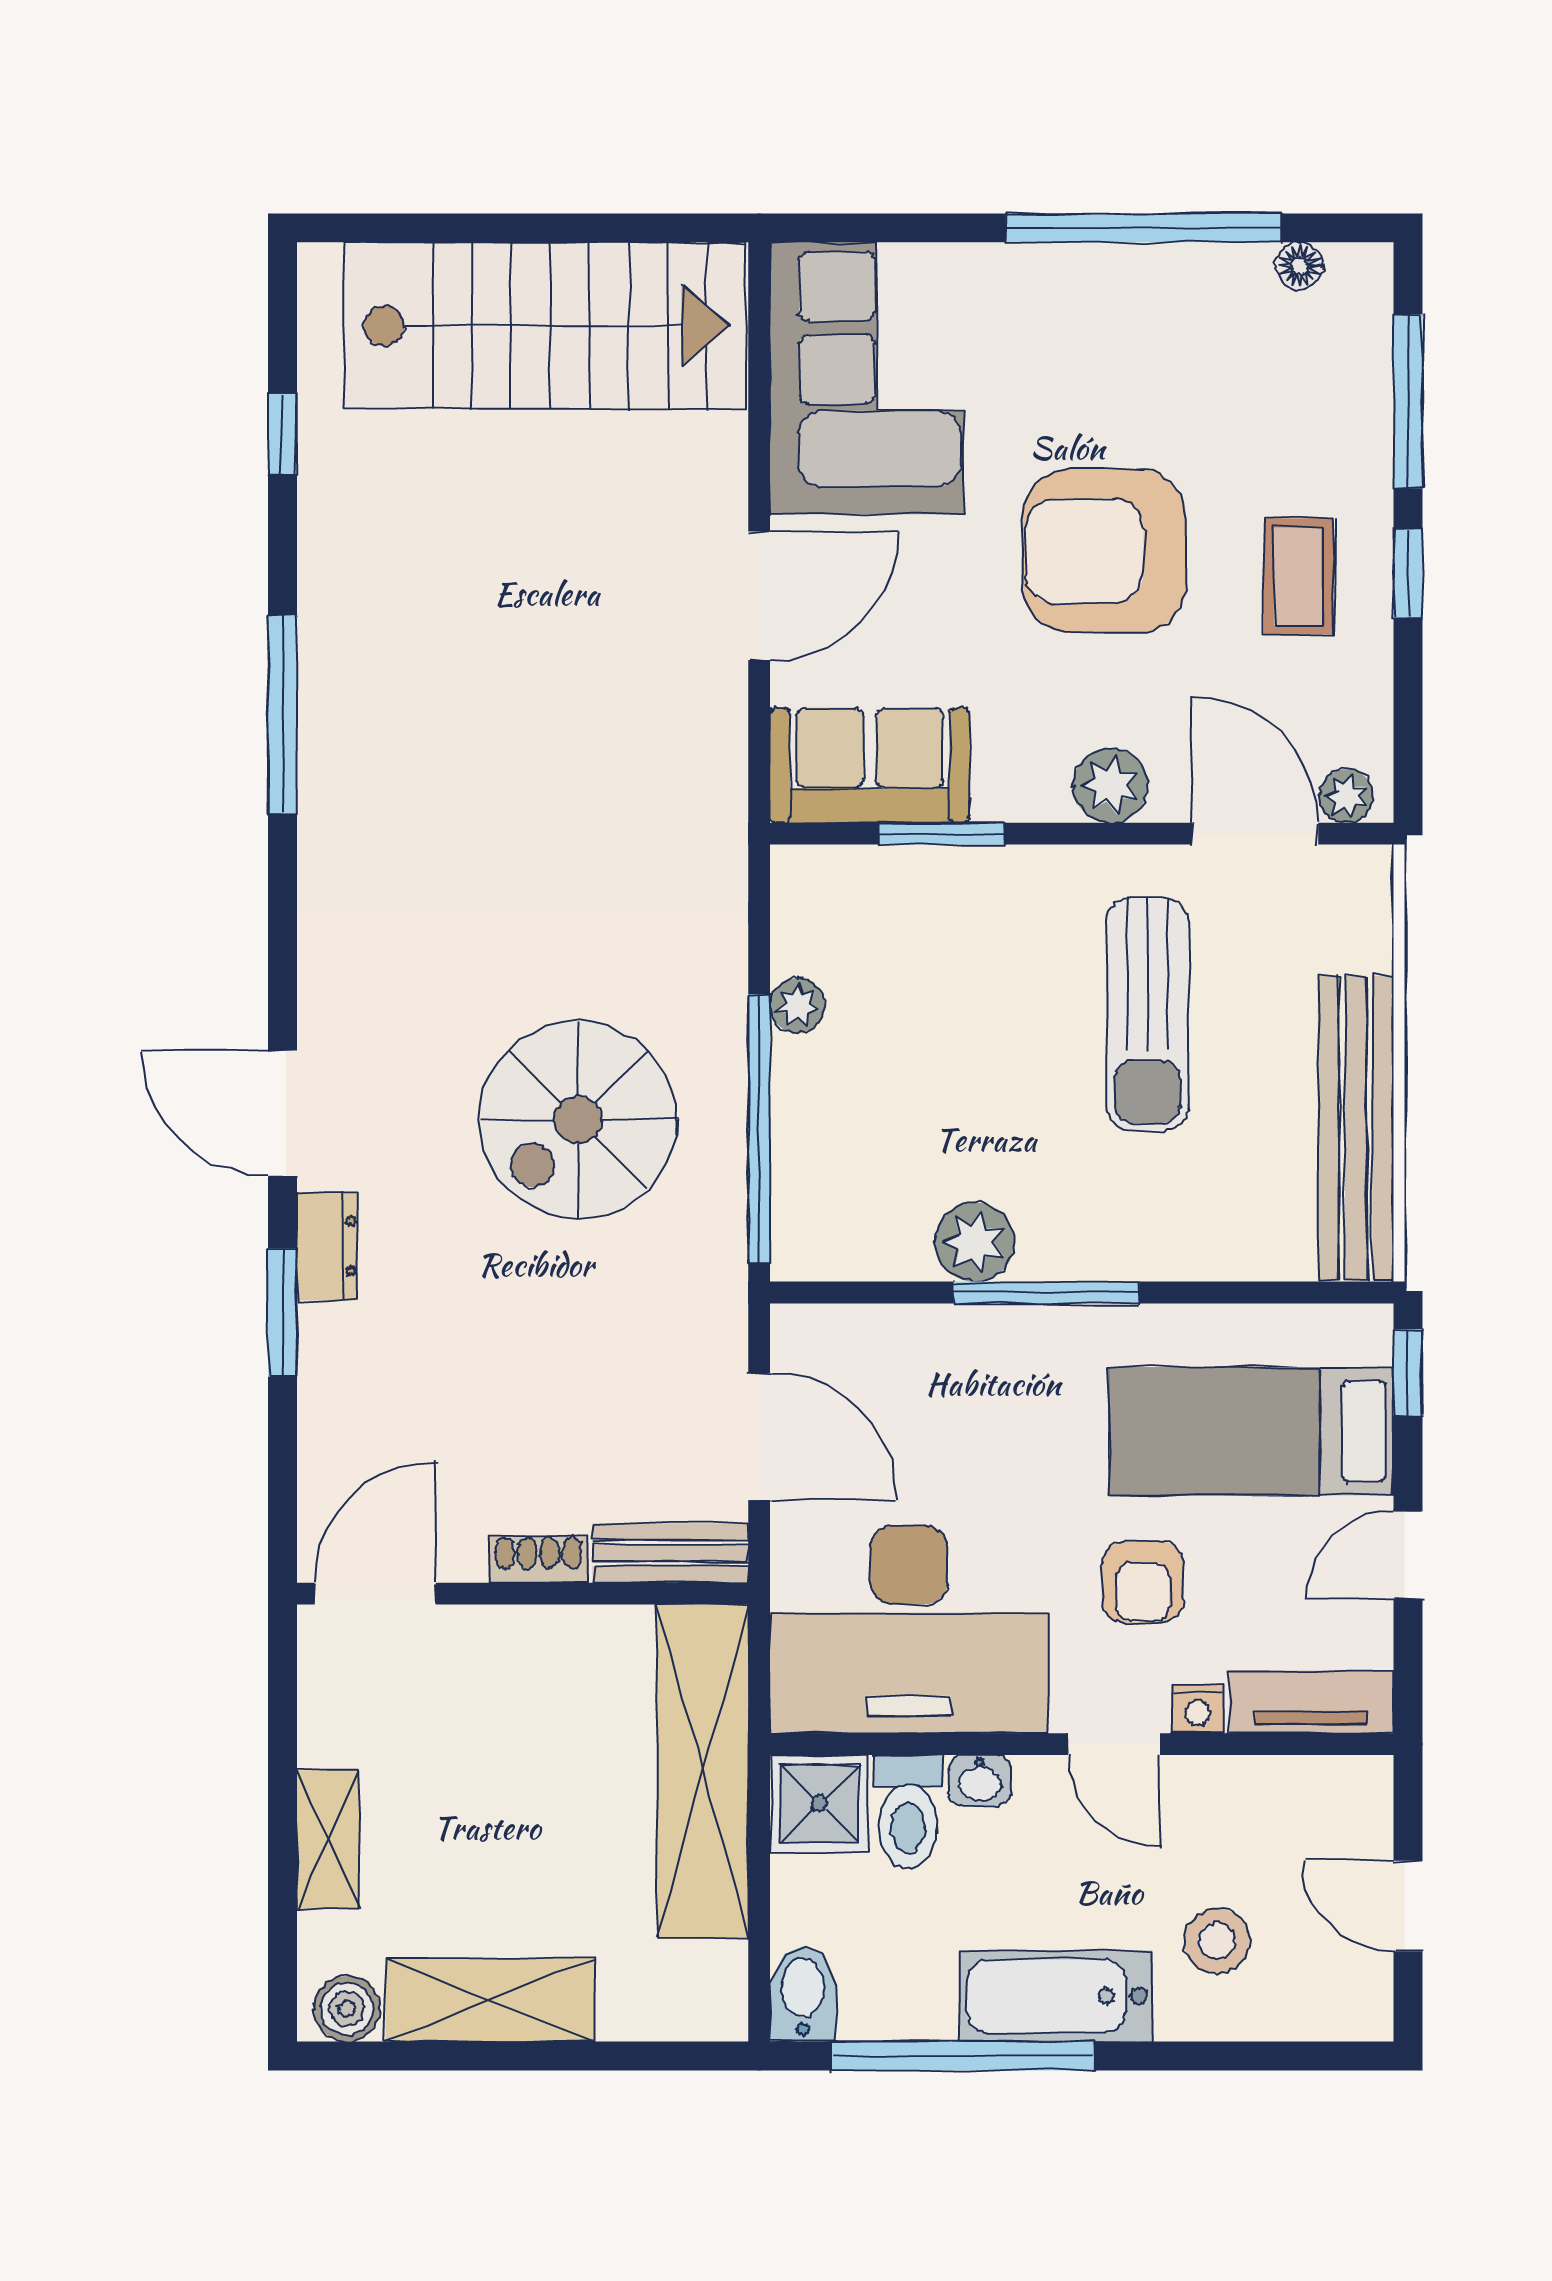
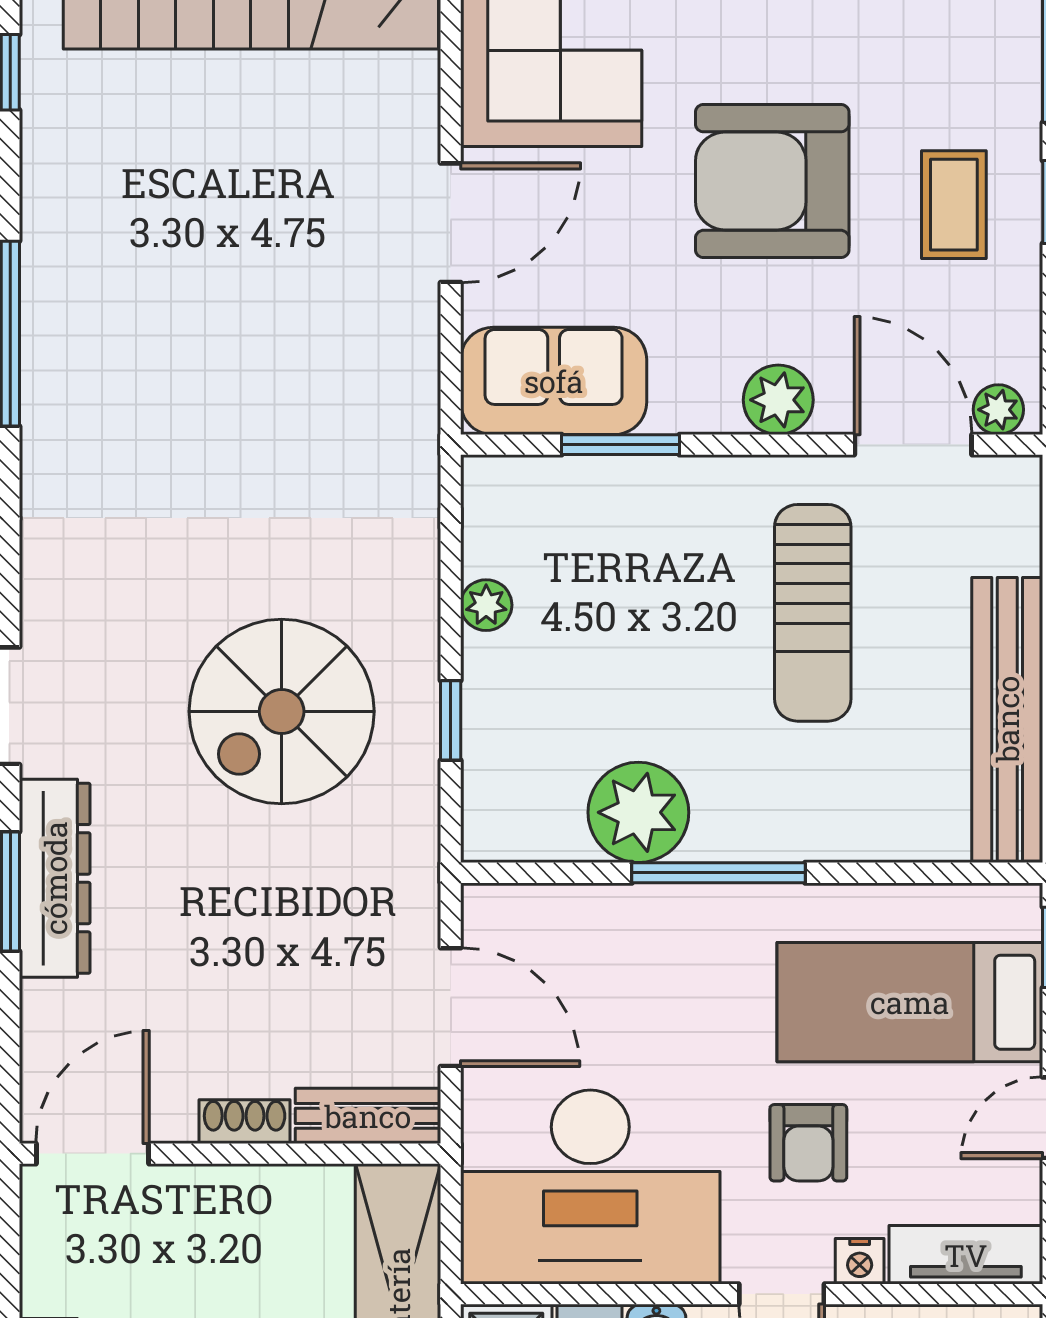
window: (759, 1129) -> (451, 720), width x0.32
plant: (975, 1242) -> (638, 812), width x1.36, depth x1.36
dresser: (327, 1246) -> (55, 878), width x1.96, depth x1.24

